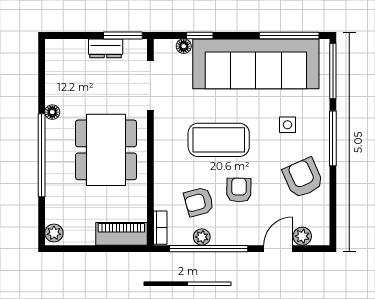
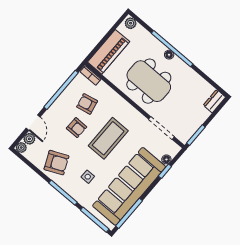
dresser: (106, 48) -> (214, 101), moved
floor lamp: (52, 112) -> (169, 55), moved
armchair: (199, 202) -> (87, 104), turned -87
piano: (121, 234) -> (109, 52), width x1.37, depth x1.33
plant: (202, 237) -> (21, 147), moved

